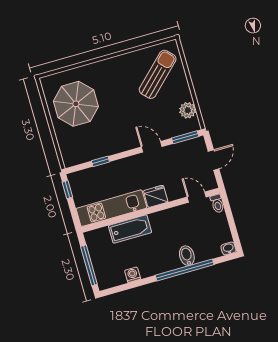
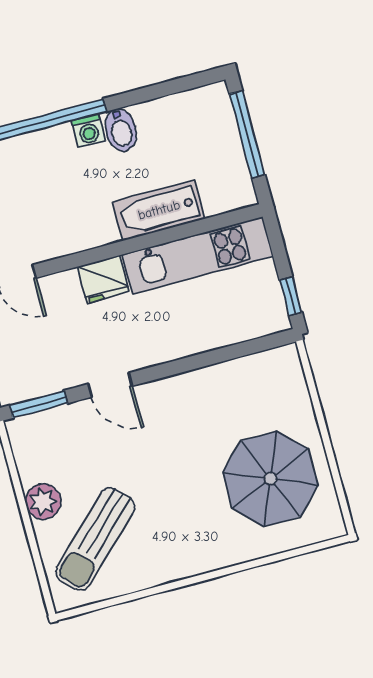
plant: (188, 110) -> (43, 502), moved
window: (100, 161) -> (220, 355), removed
bidet: (187, 256) -> (121, 130), moved
washing machine: (133, 275) -> (88, 131), moved

